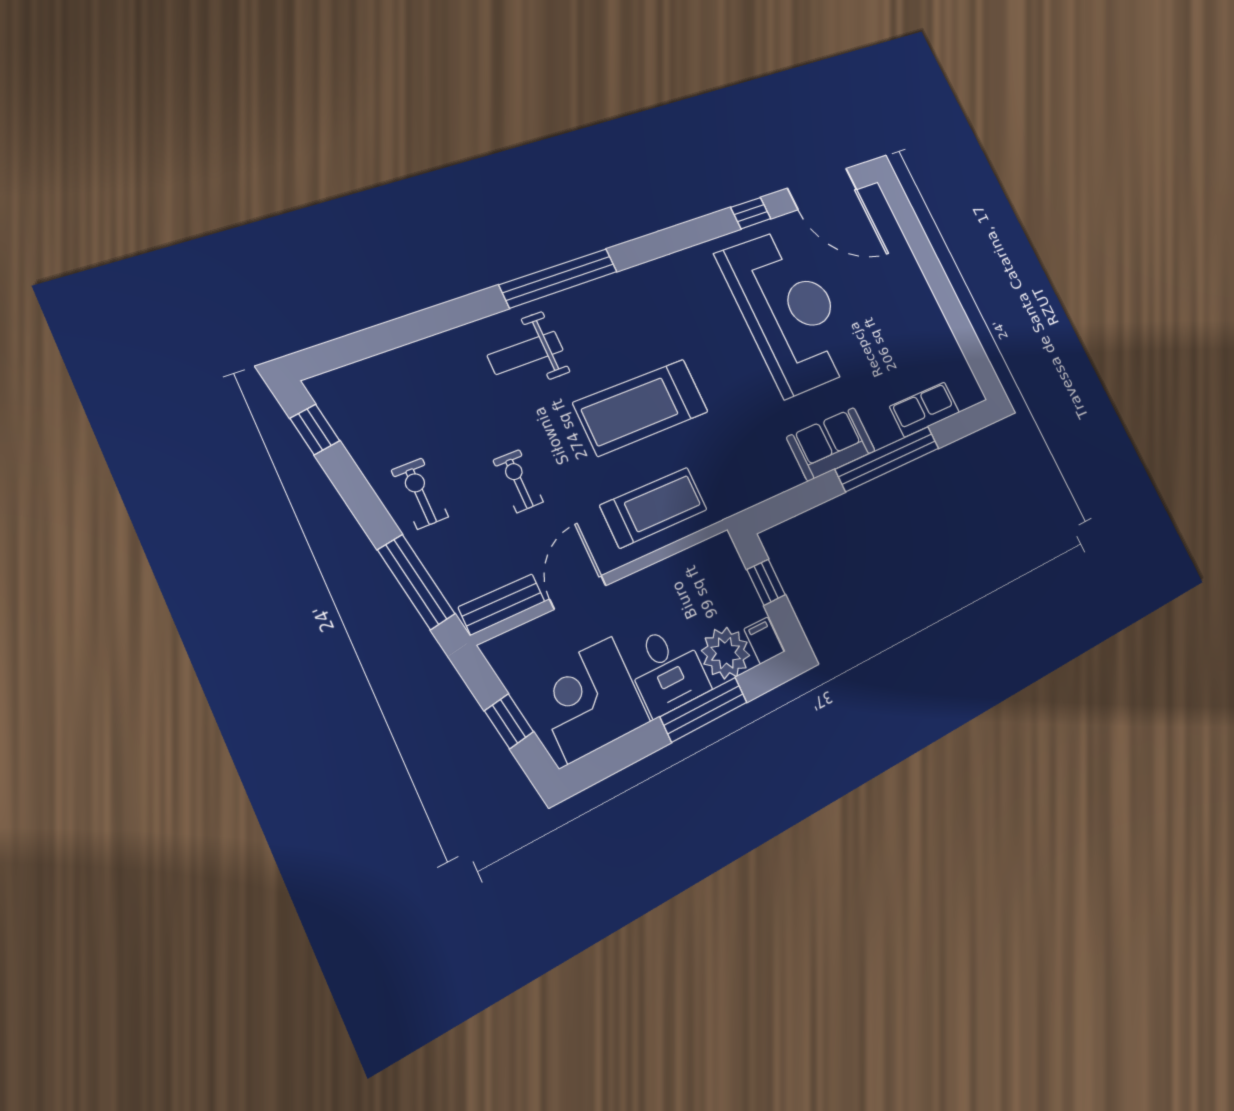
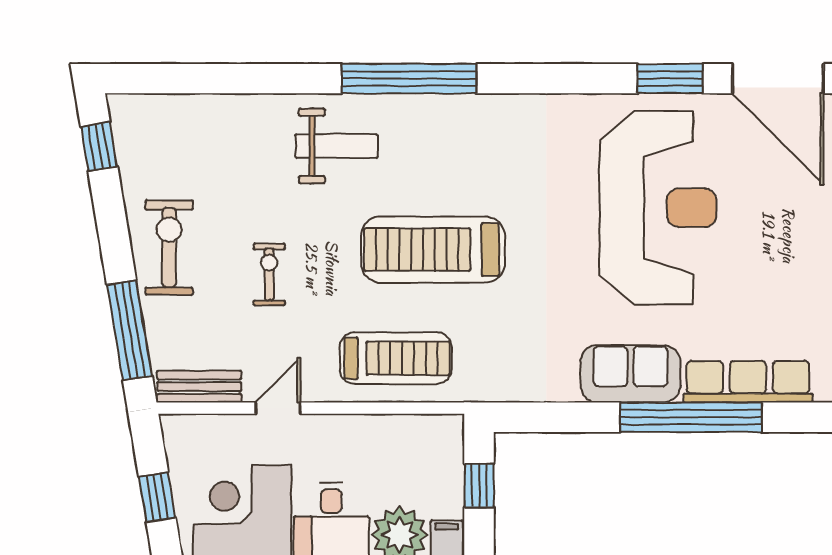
window: (751, 213) -> (670, 79), width x1.50
weight bench: (525, 353) -> (337, 146), turned 180
row of seats: (925, 409) -> (748, 382), width x1.48
exercise bike: (420, 494) -> (169, 248), width x1.38, depth x1.39
door: (578, 592) -> (278, 408), width x0.73

